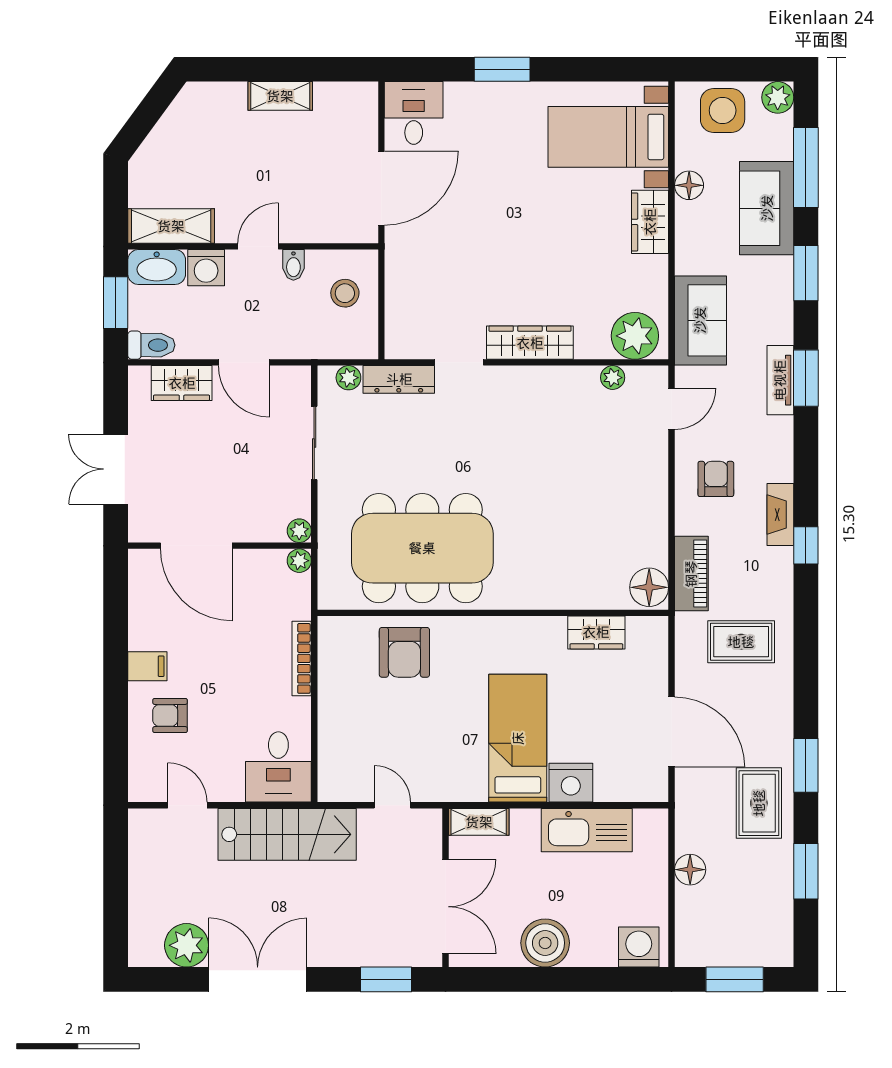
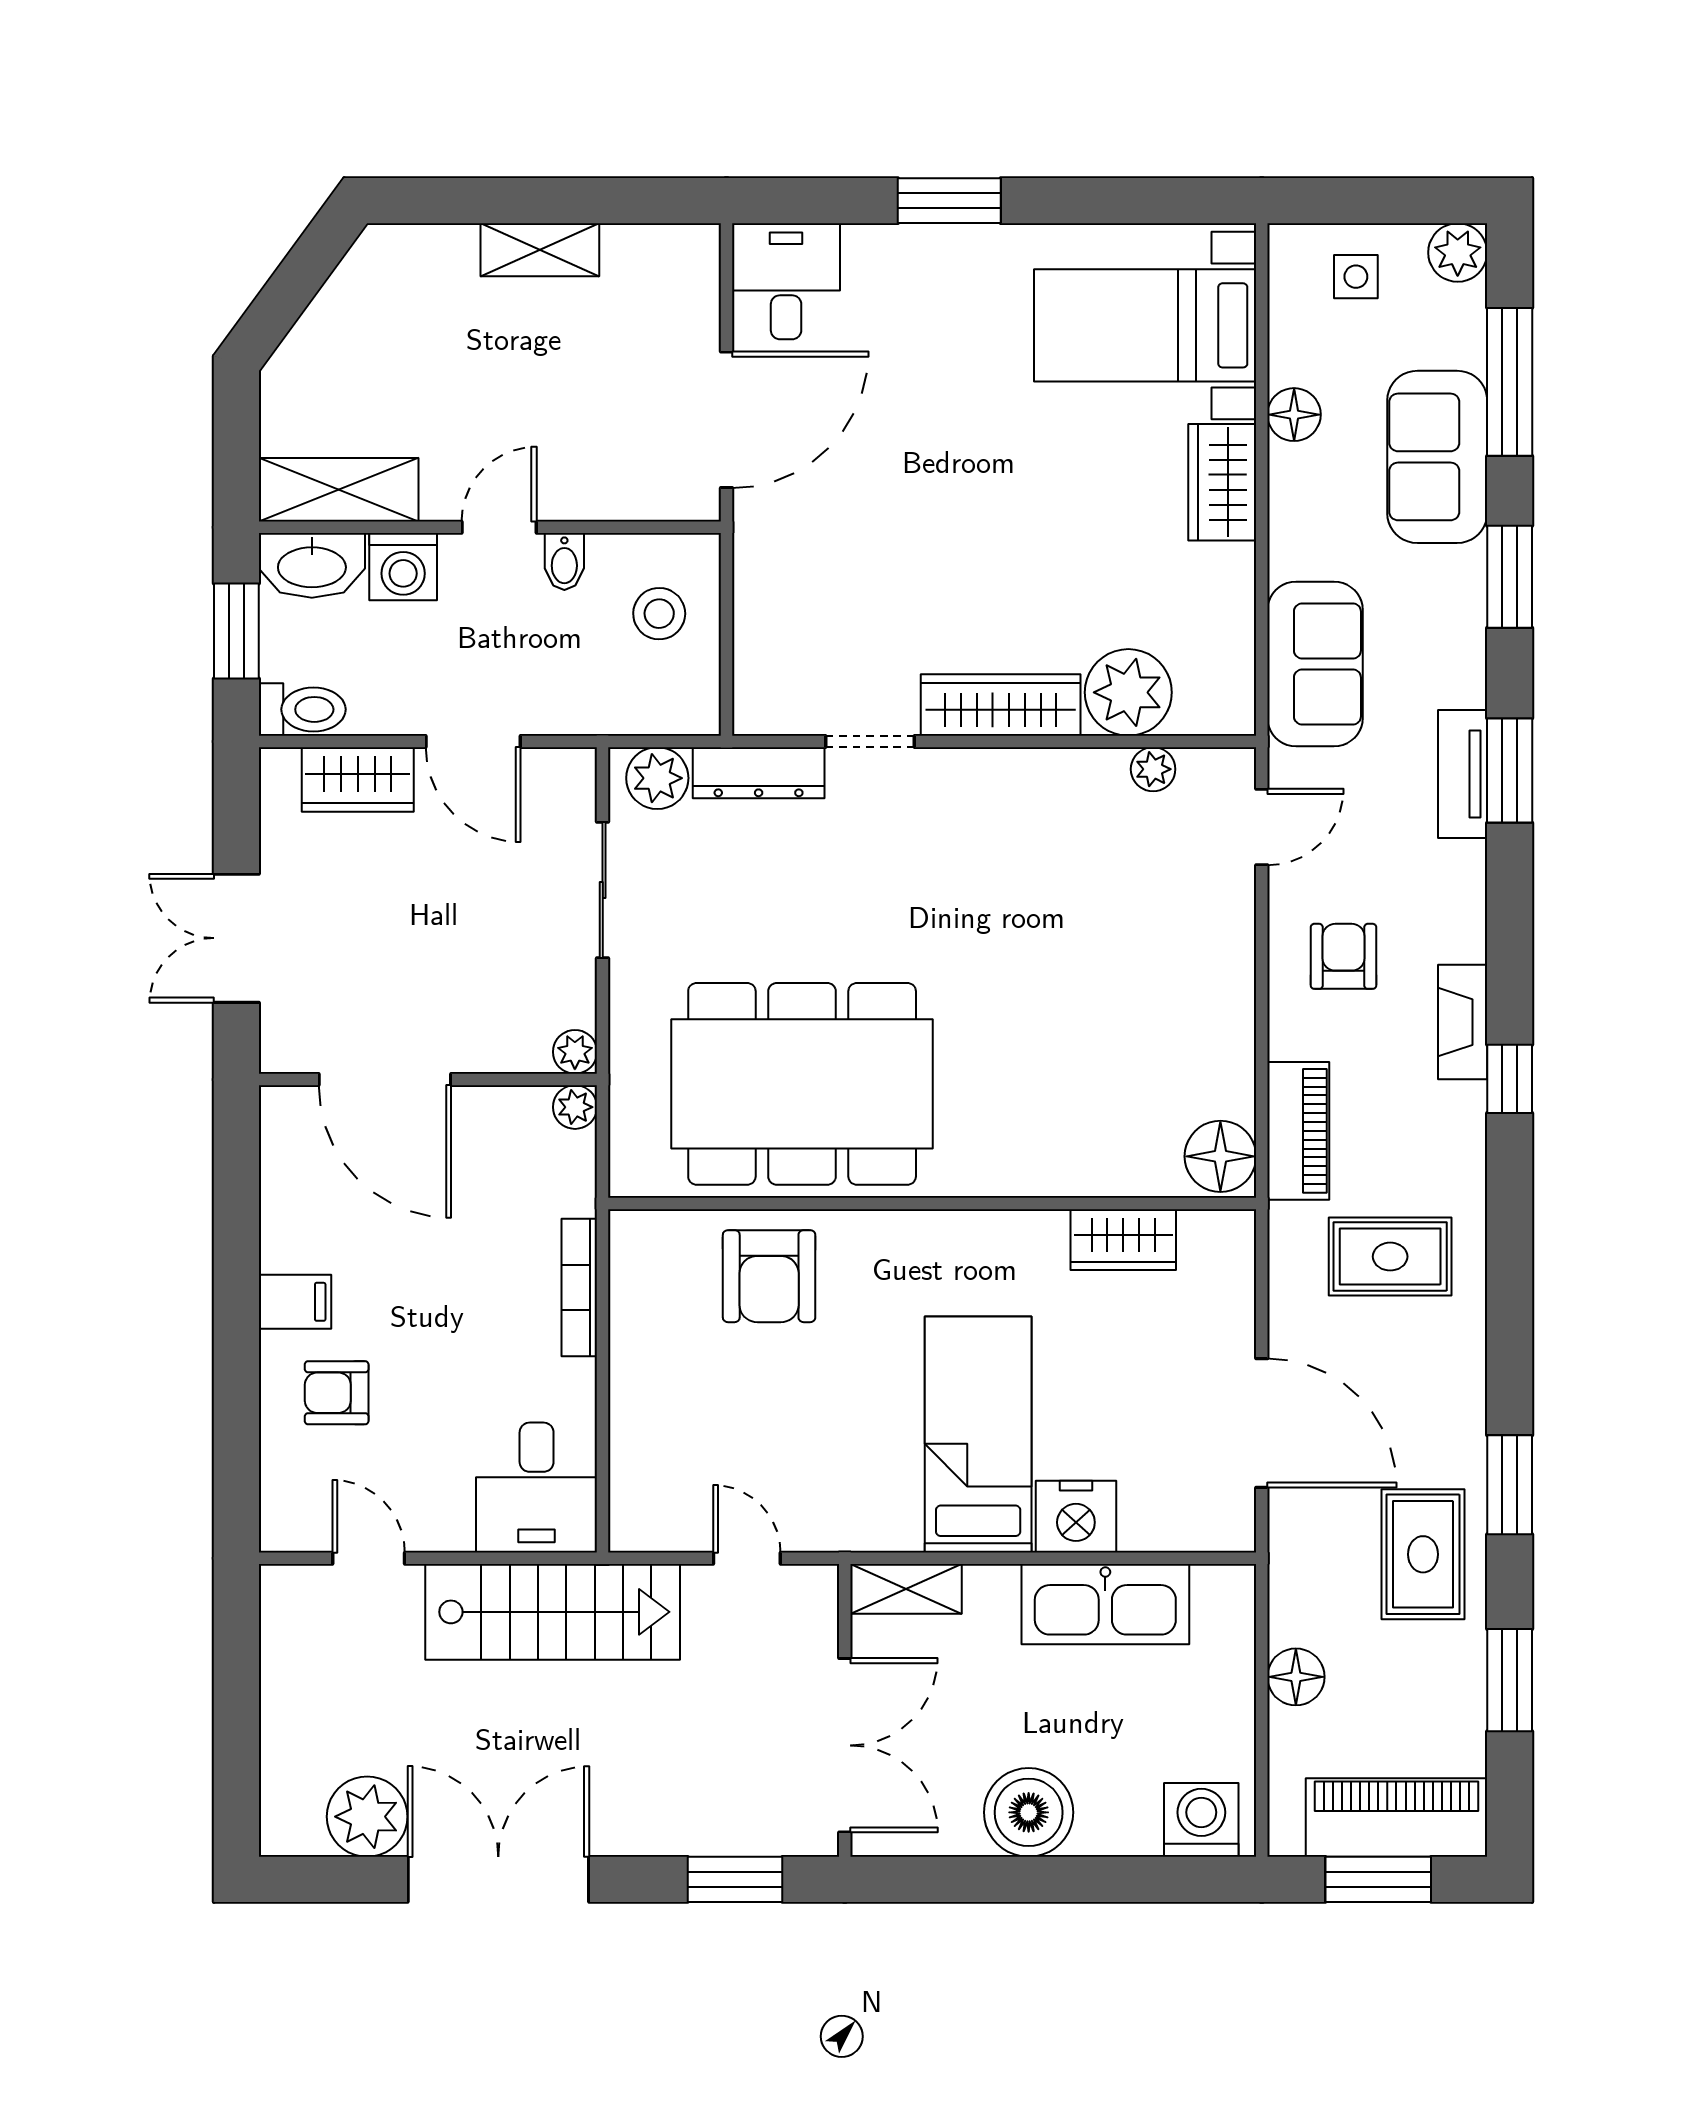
side table: (723, 110) -> (1356, 277), width x0.54, depth x0.54
plant: (635, 336) -> (1128, 692), moved
plant: (348, 378) -> (657, 778), width x1.38, depth x1.38
piano: (745, 946) -> (1396, 1818), added

